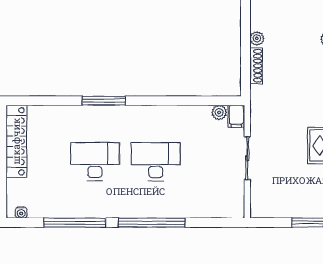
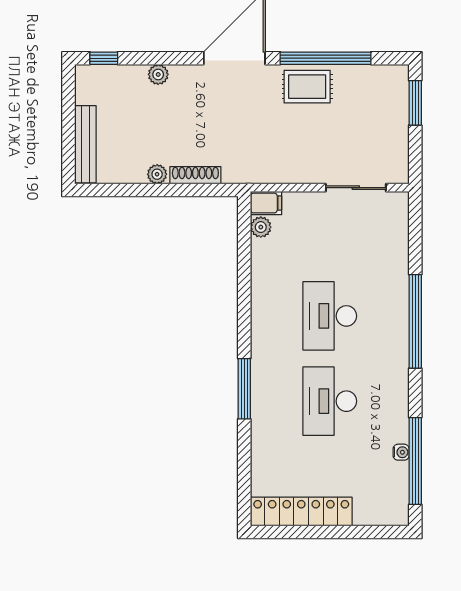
sliding door: (247, 158) -> (356, 188), moved
water cooler: (21, 213) -> (401, 452), moved
window: (75, 223) -> (415, 461), moved

